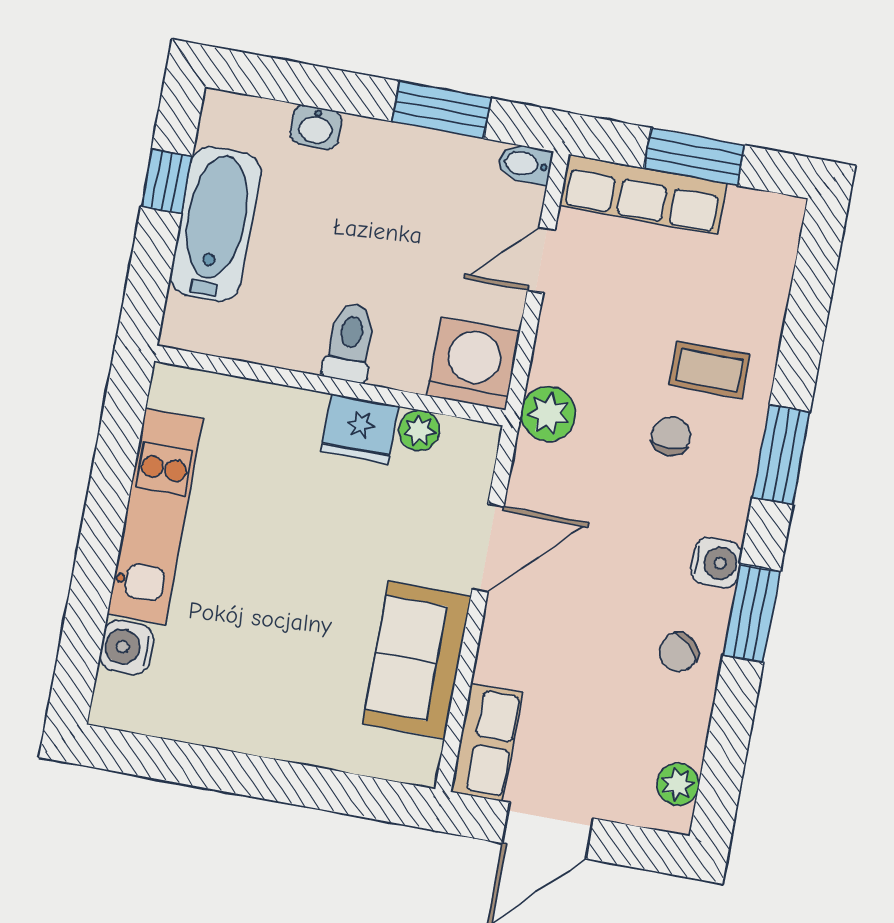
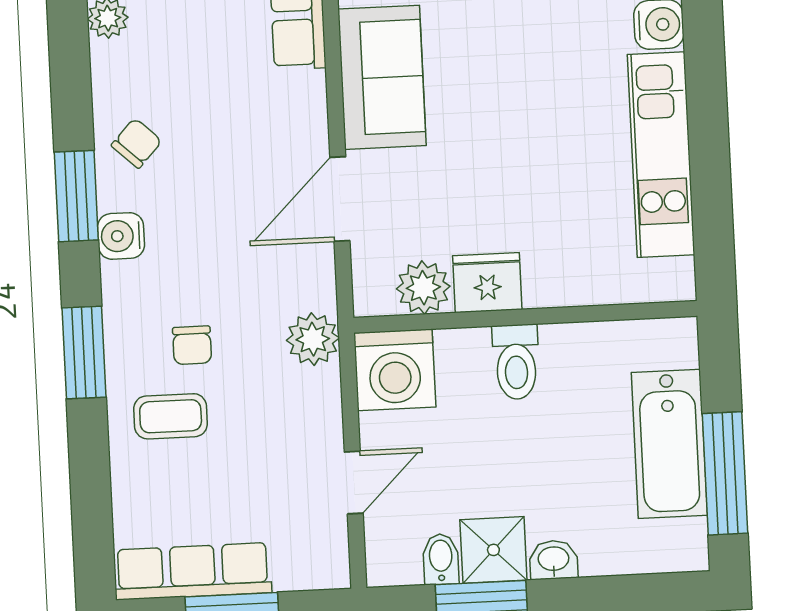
washbasin: (316, 127) -> (554, 560), moved
shower: (417, 159) -> (493, 550), added
bidet: (525, 164) -> (441, 559), moved, turned -90
window: (167, 181) -> (725, 473), width x2.17
row of seats: (643, 194) -> (193, 571), moved
plant: (419, 430) -> (423, 288), width x1.38, depth x1.38

